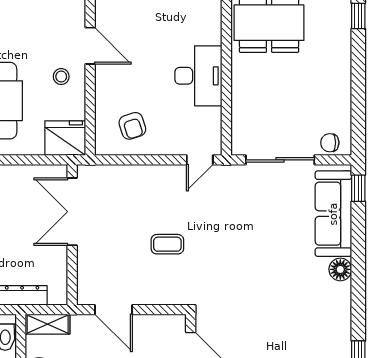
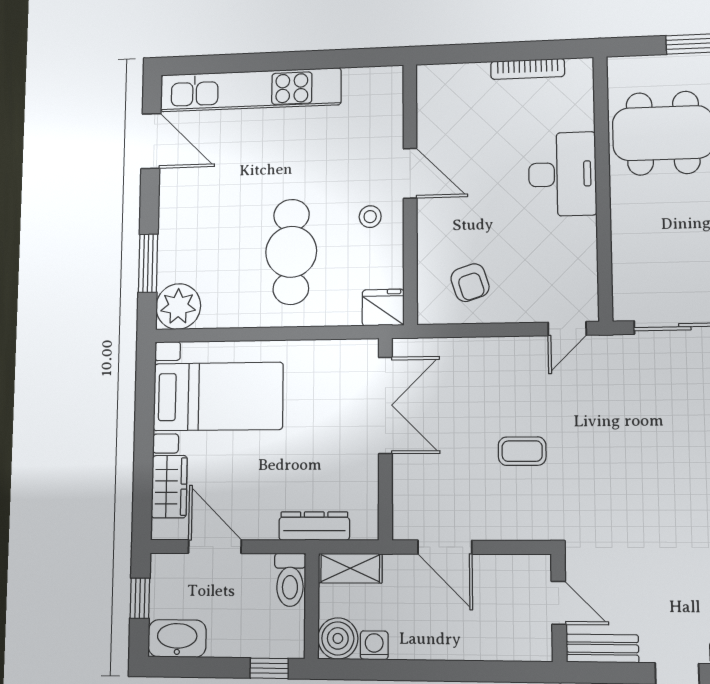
desk: (198, 76) -> (562, 174), moved
fridge: (65, 138) -> (383, 308), width x0.73, depth x0.75
double door: (72, 212) -> (385, 405), swing flipped

